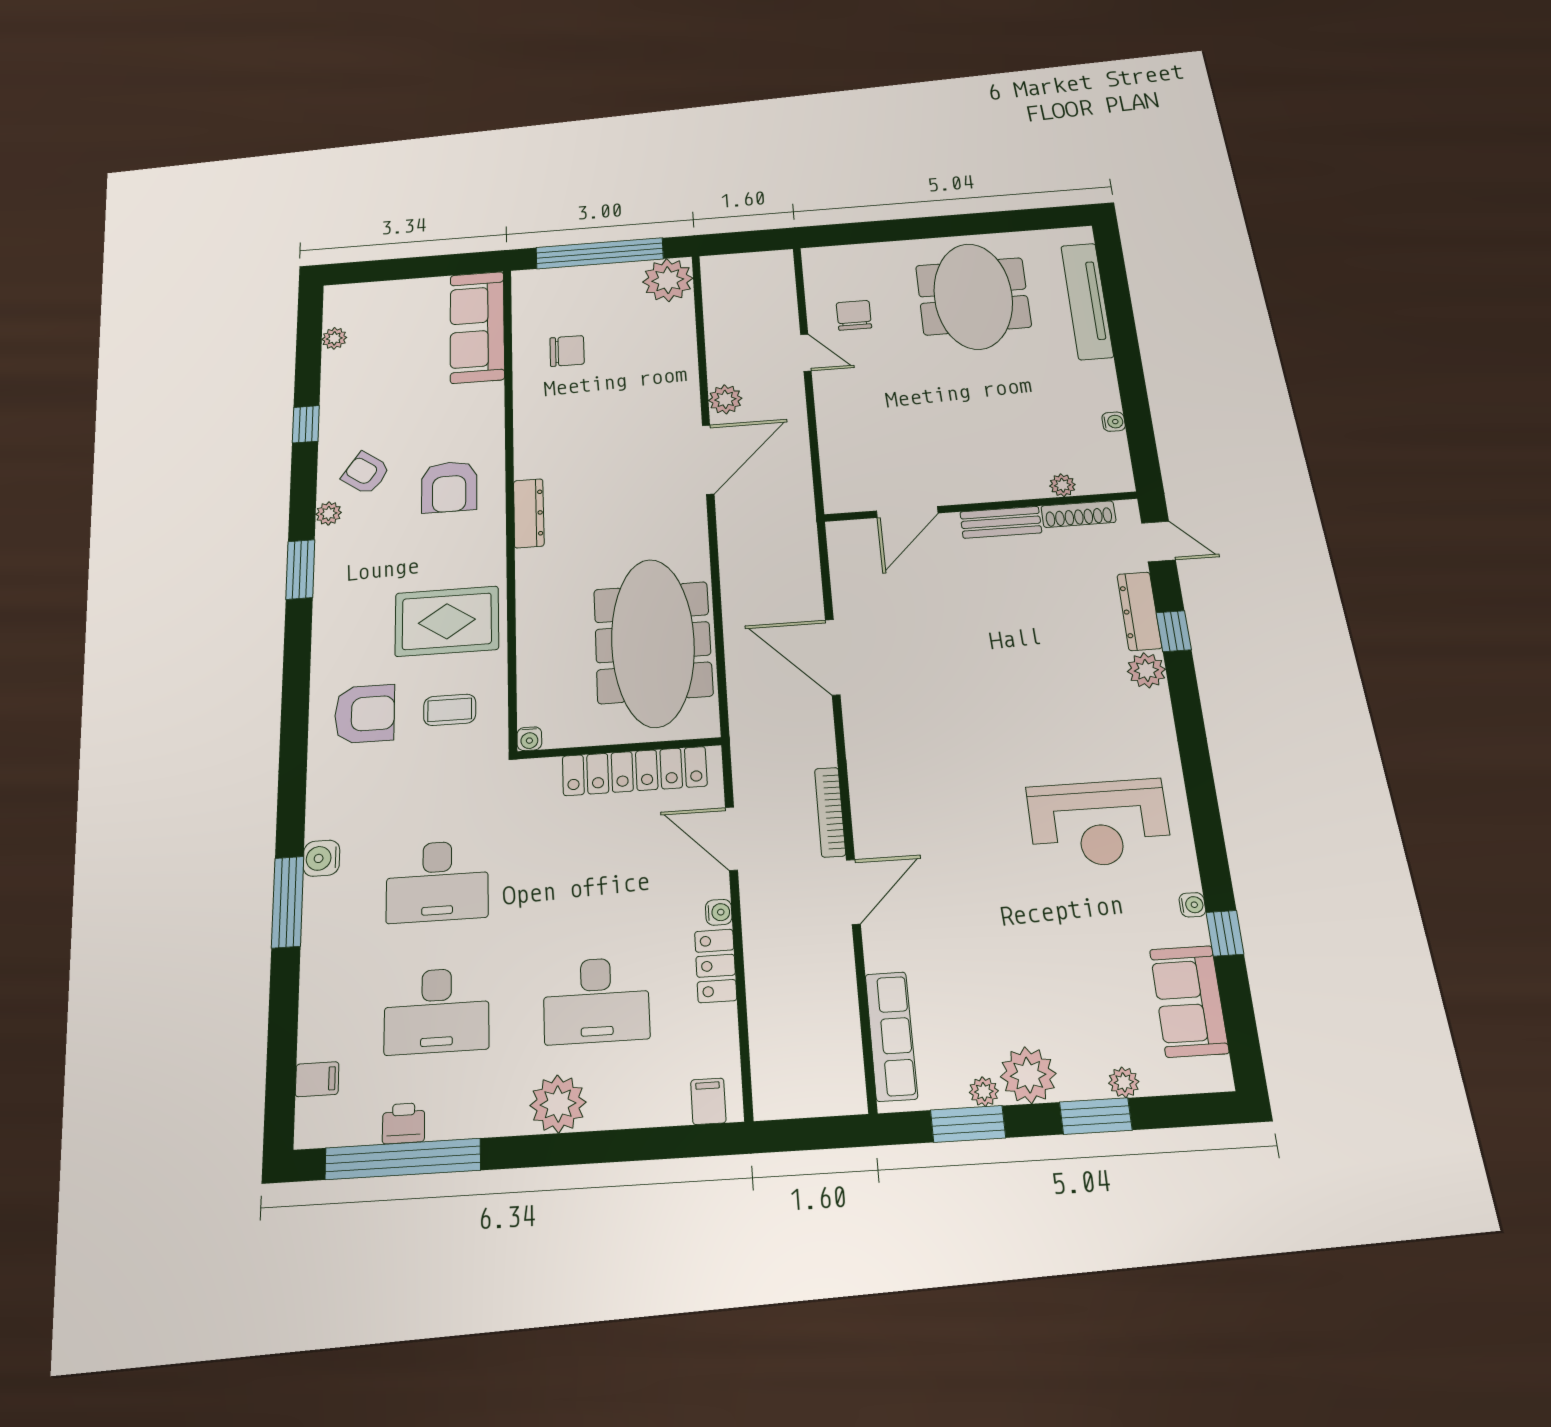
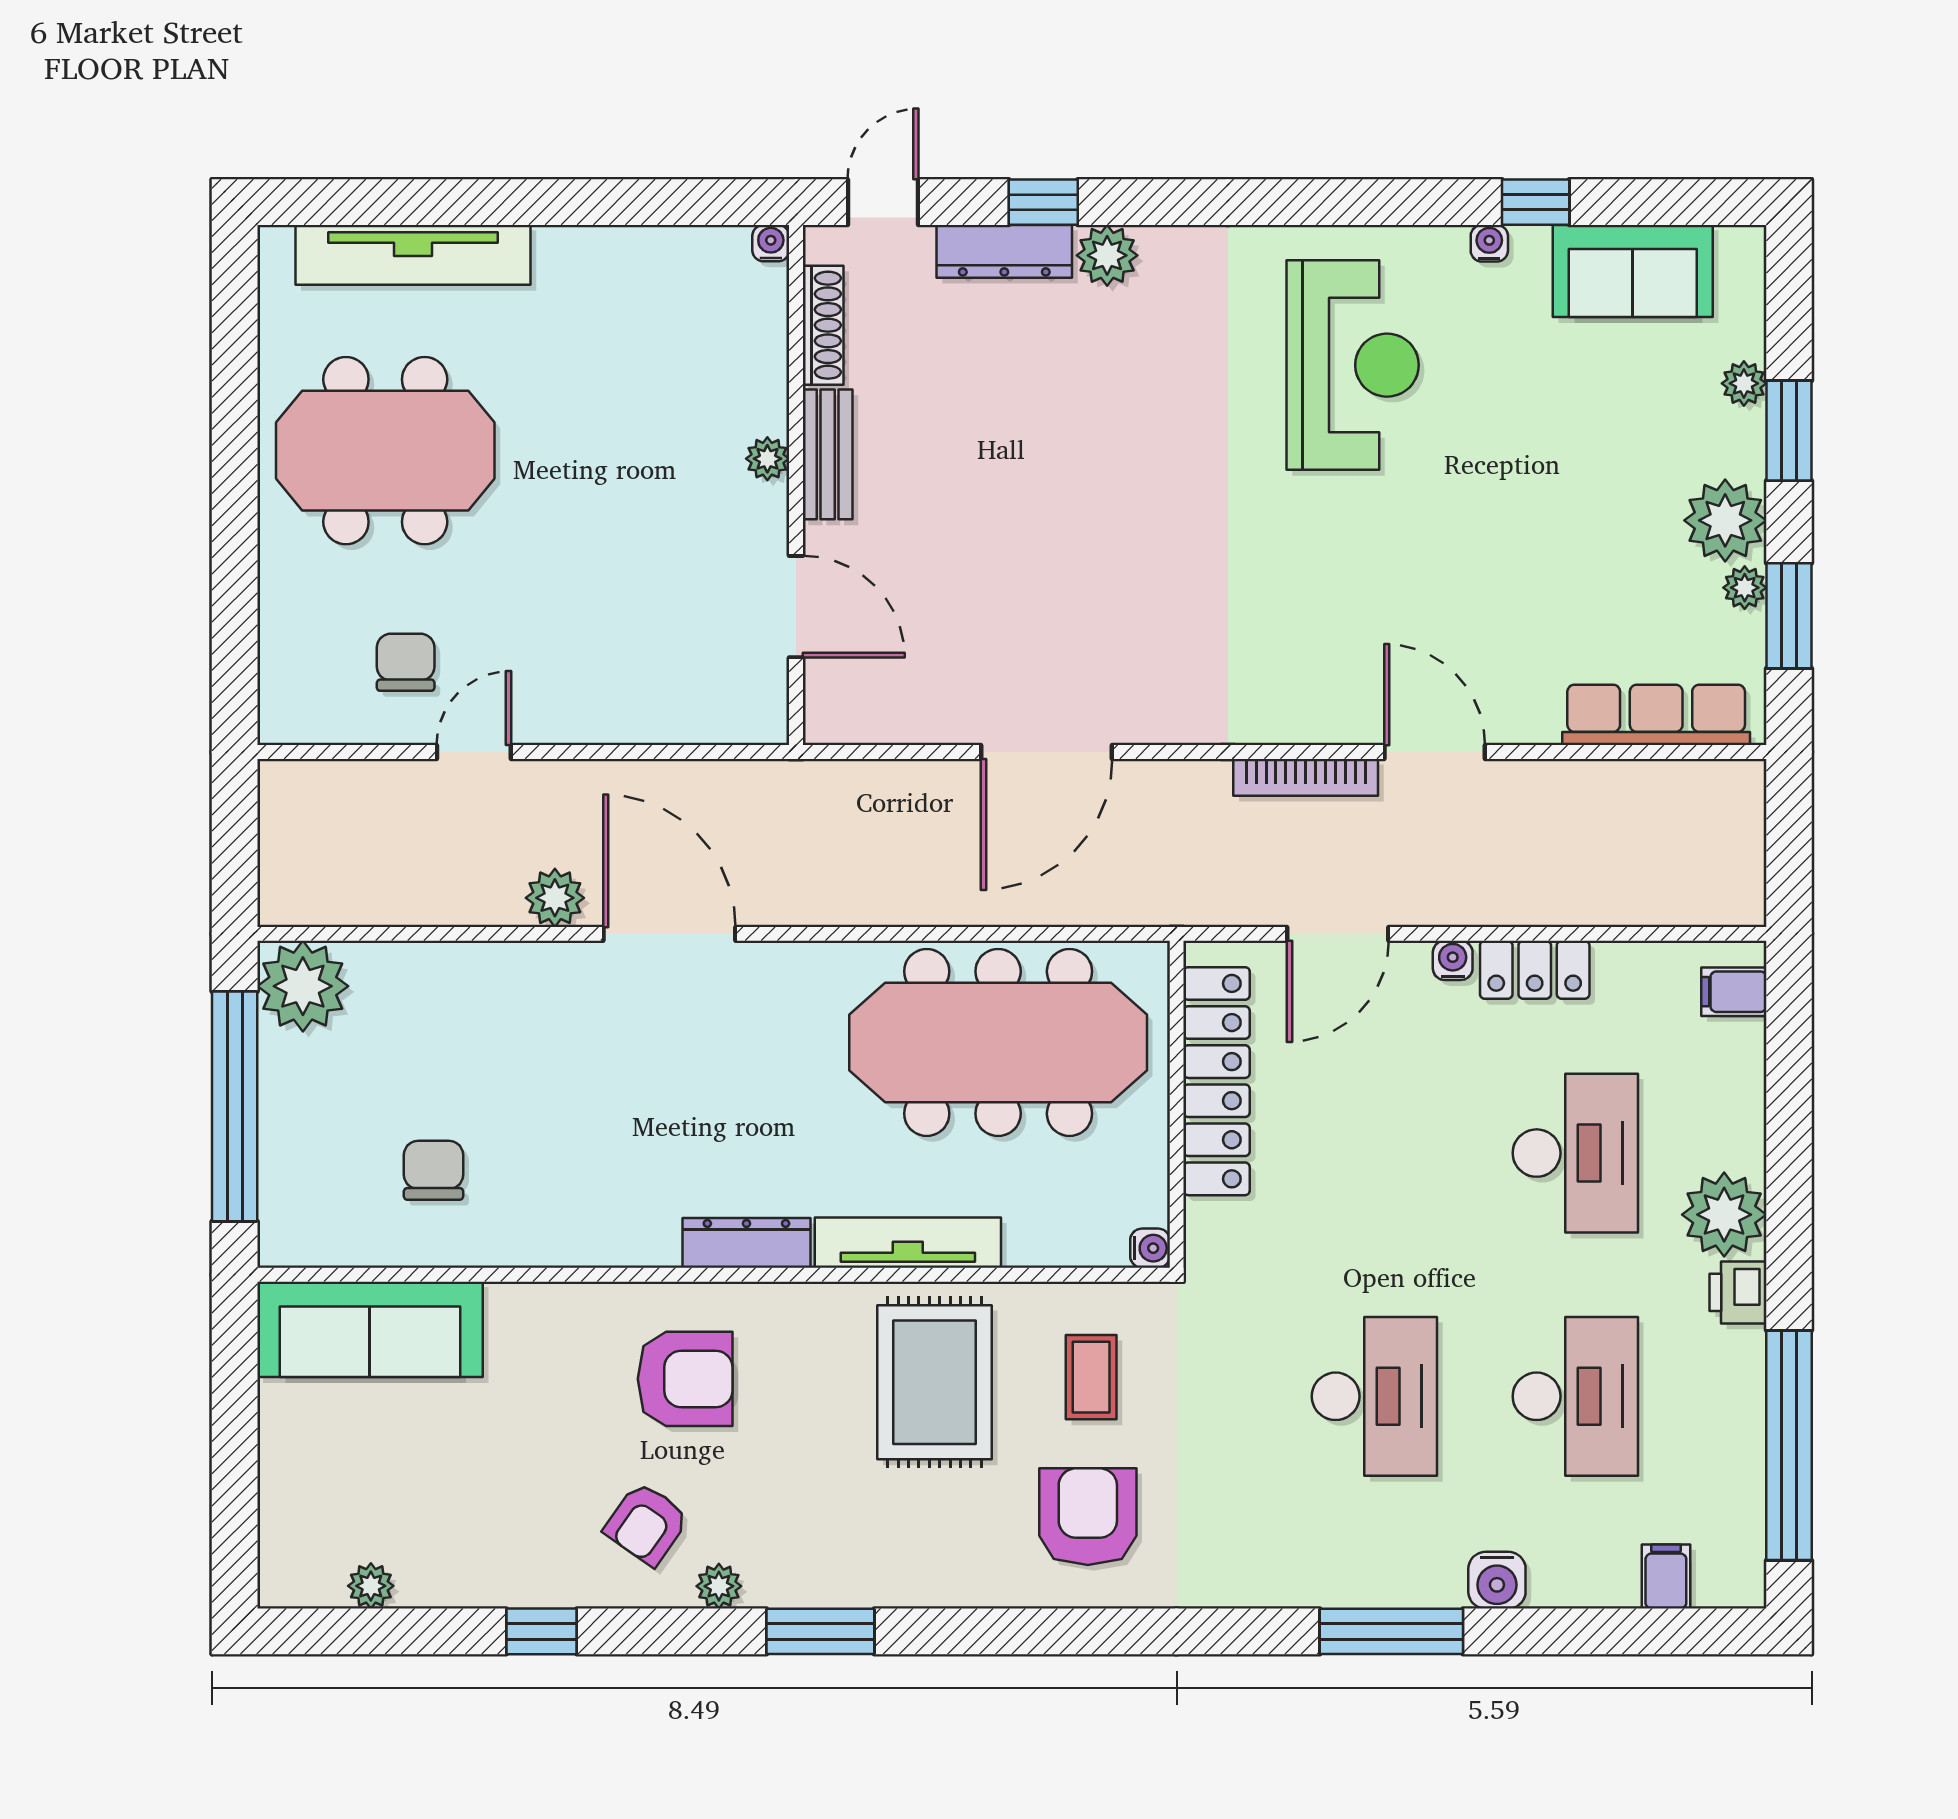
chair: (854, 315) -> (406, 662), turned 90
water cooler: (1114, 422) -> (771, 243), moved
plant: (1062, 485) -> (767, 459), moved
tv unit: (530, 600) -> (908, 1243), added
water cooler: (321, 858) -> (1497, 1580), moved
printer: (404, 1123) -> (1738, 1292), moved

